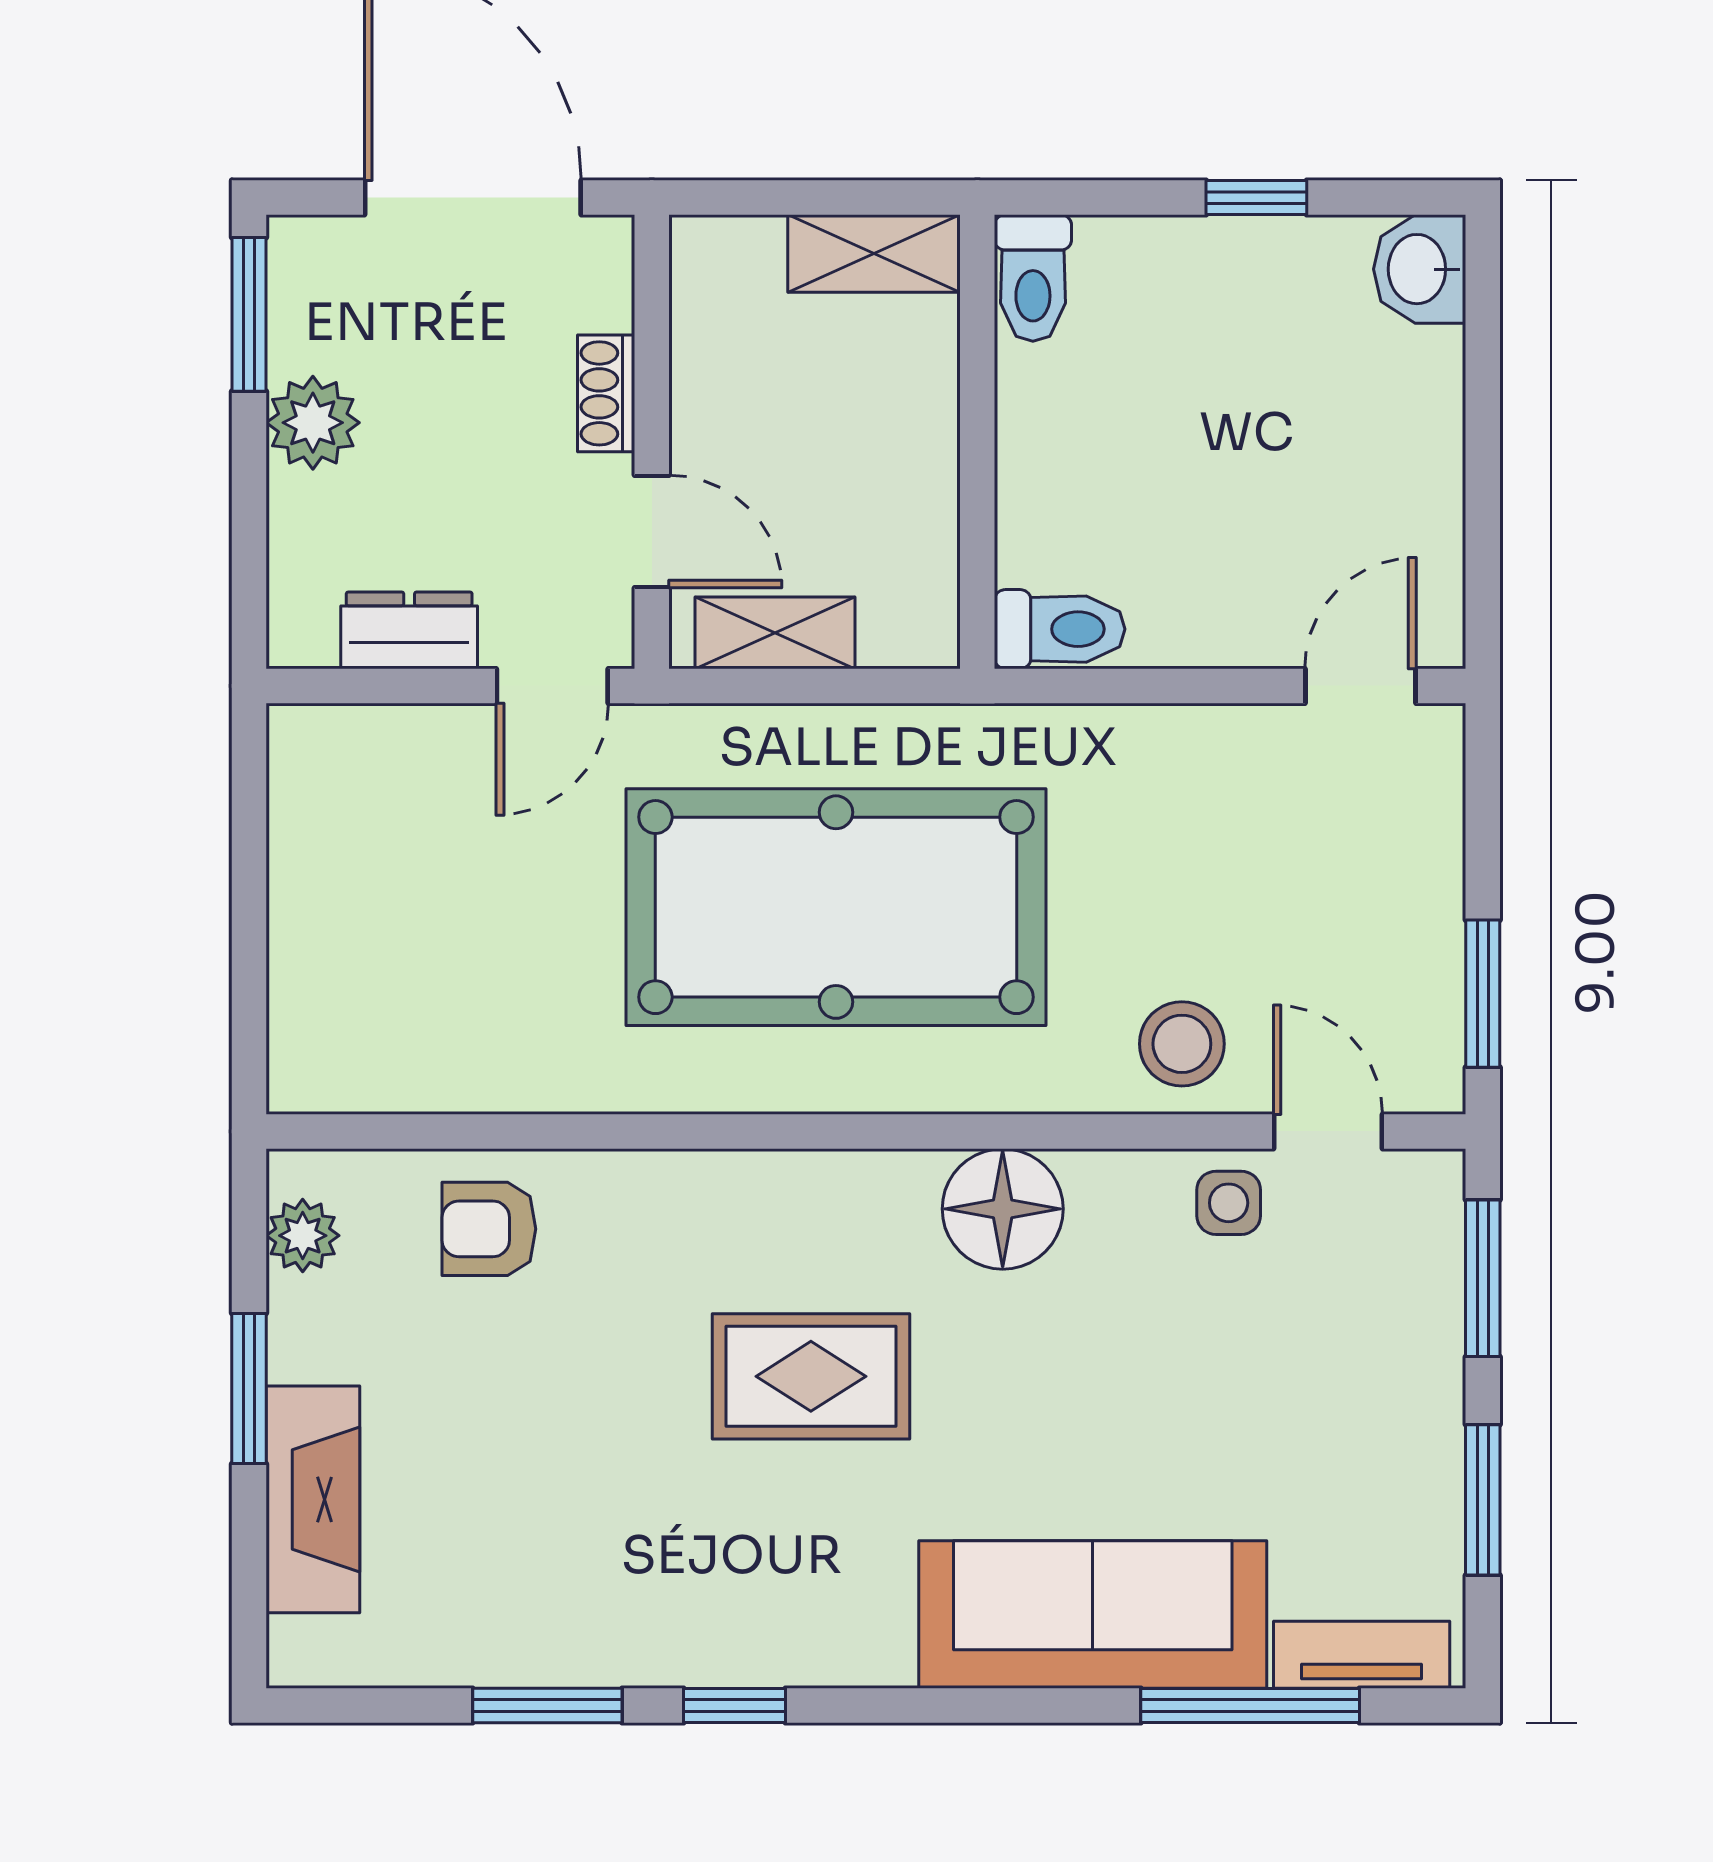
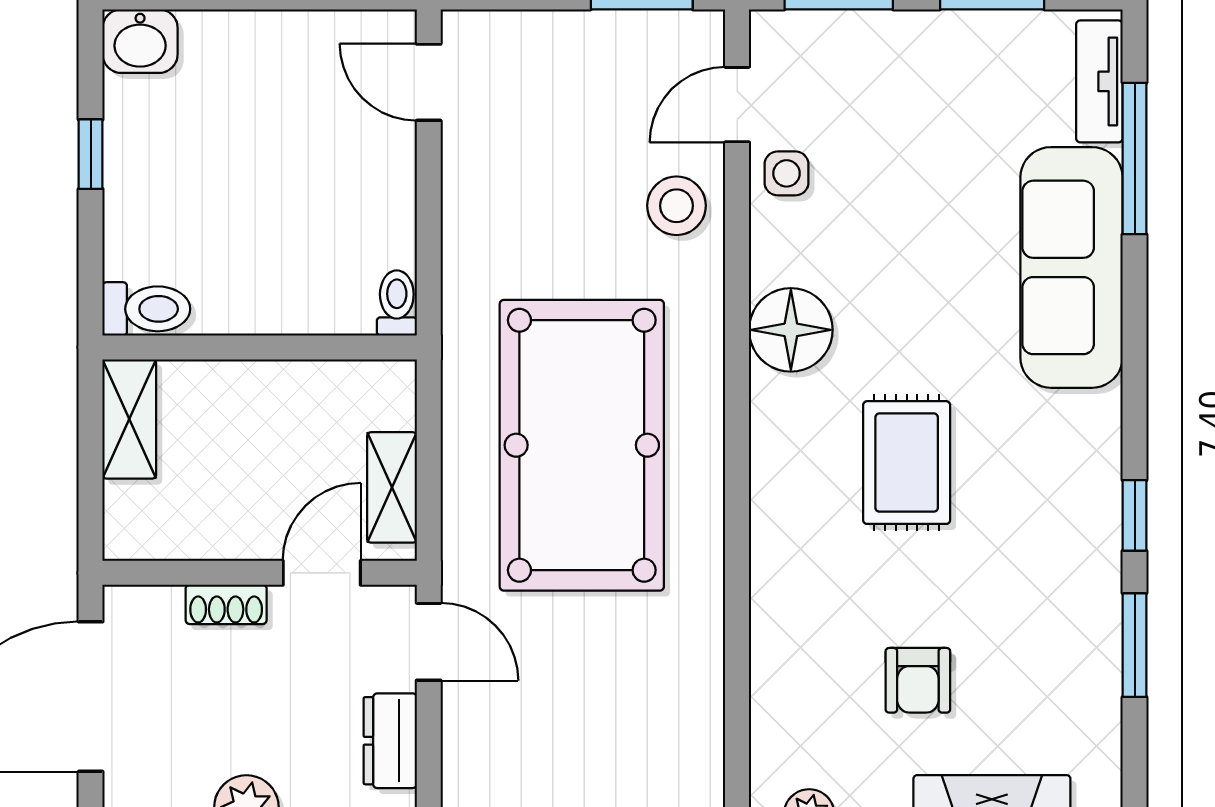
toilet: (1060, 629) -> (397, 303), width x0.73, depth x0.72
armchair: (489, 1229) -> (918, 680), moved

